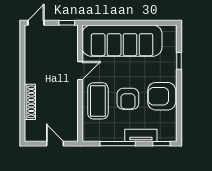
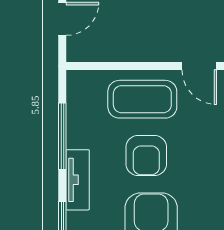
armchair: (128, 99) -> (146, 156), turned -90

